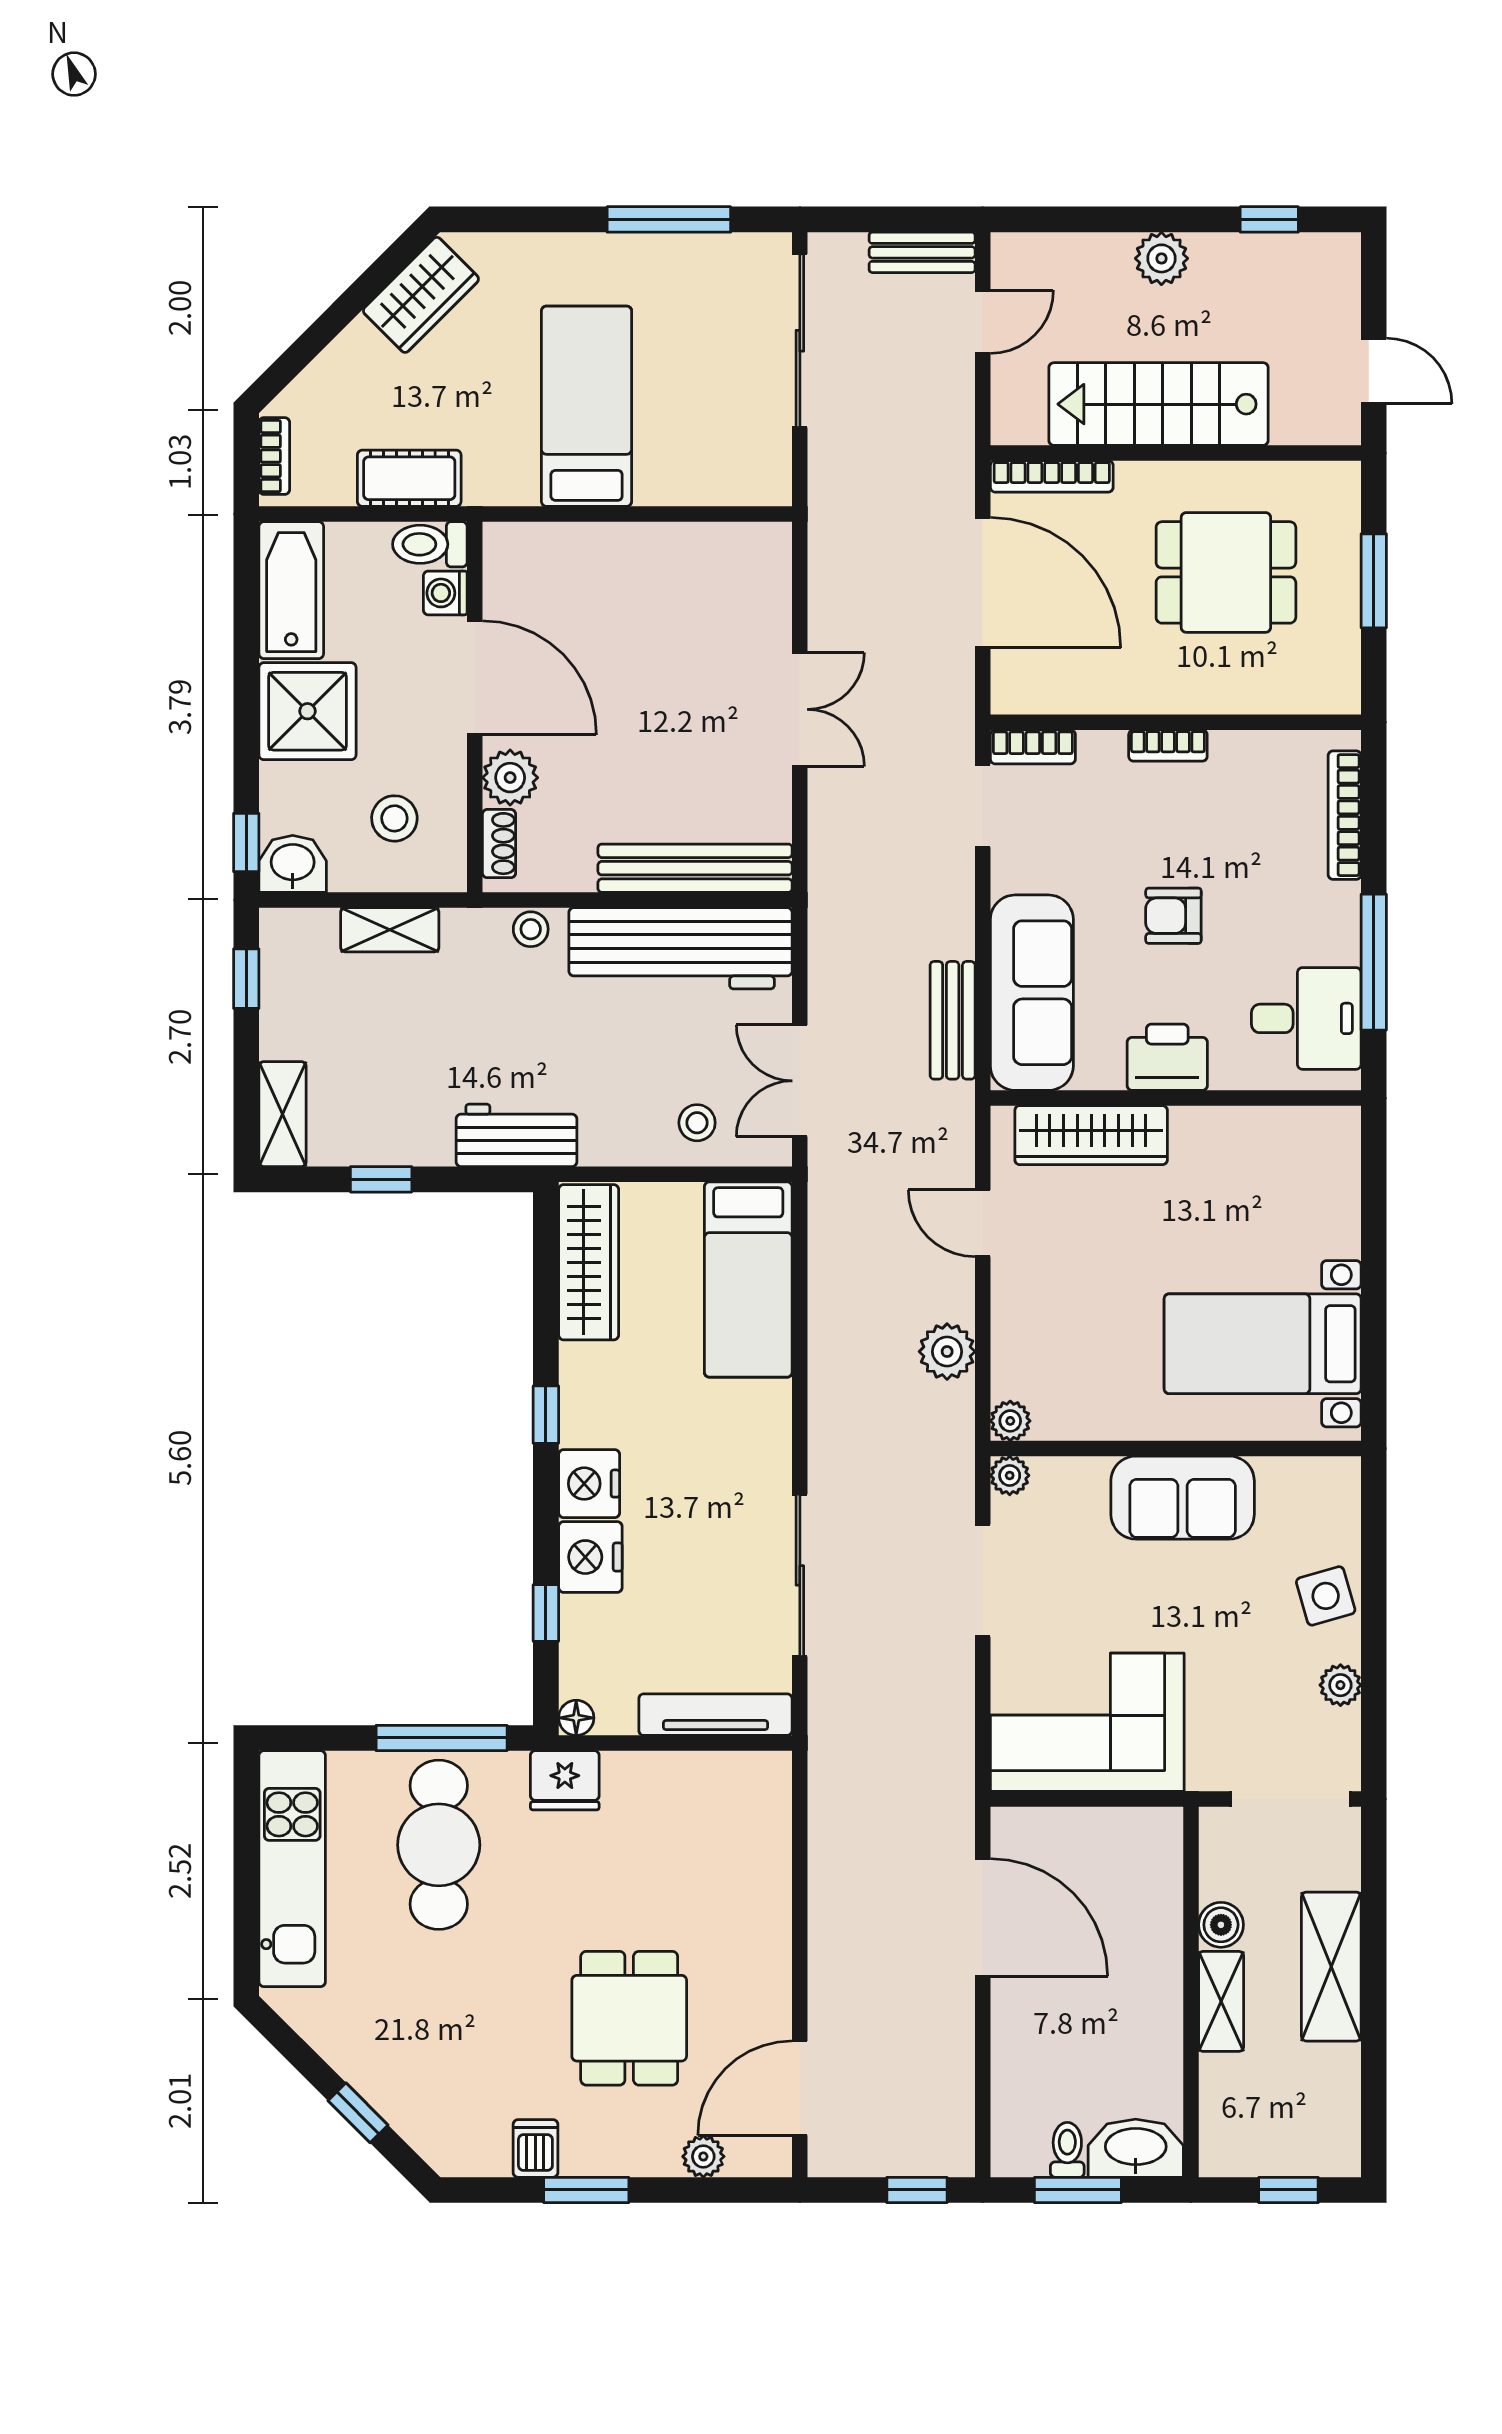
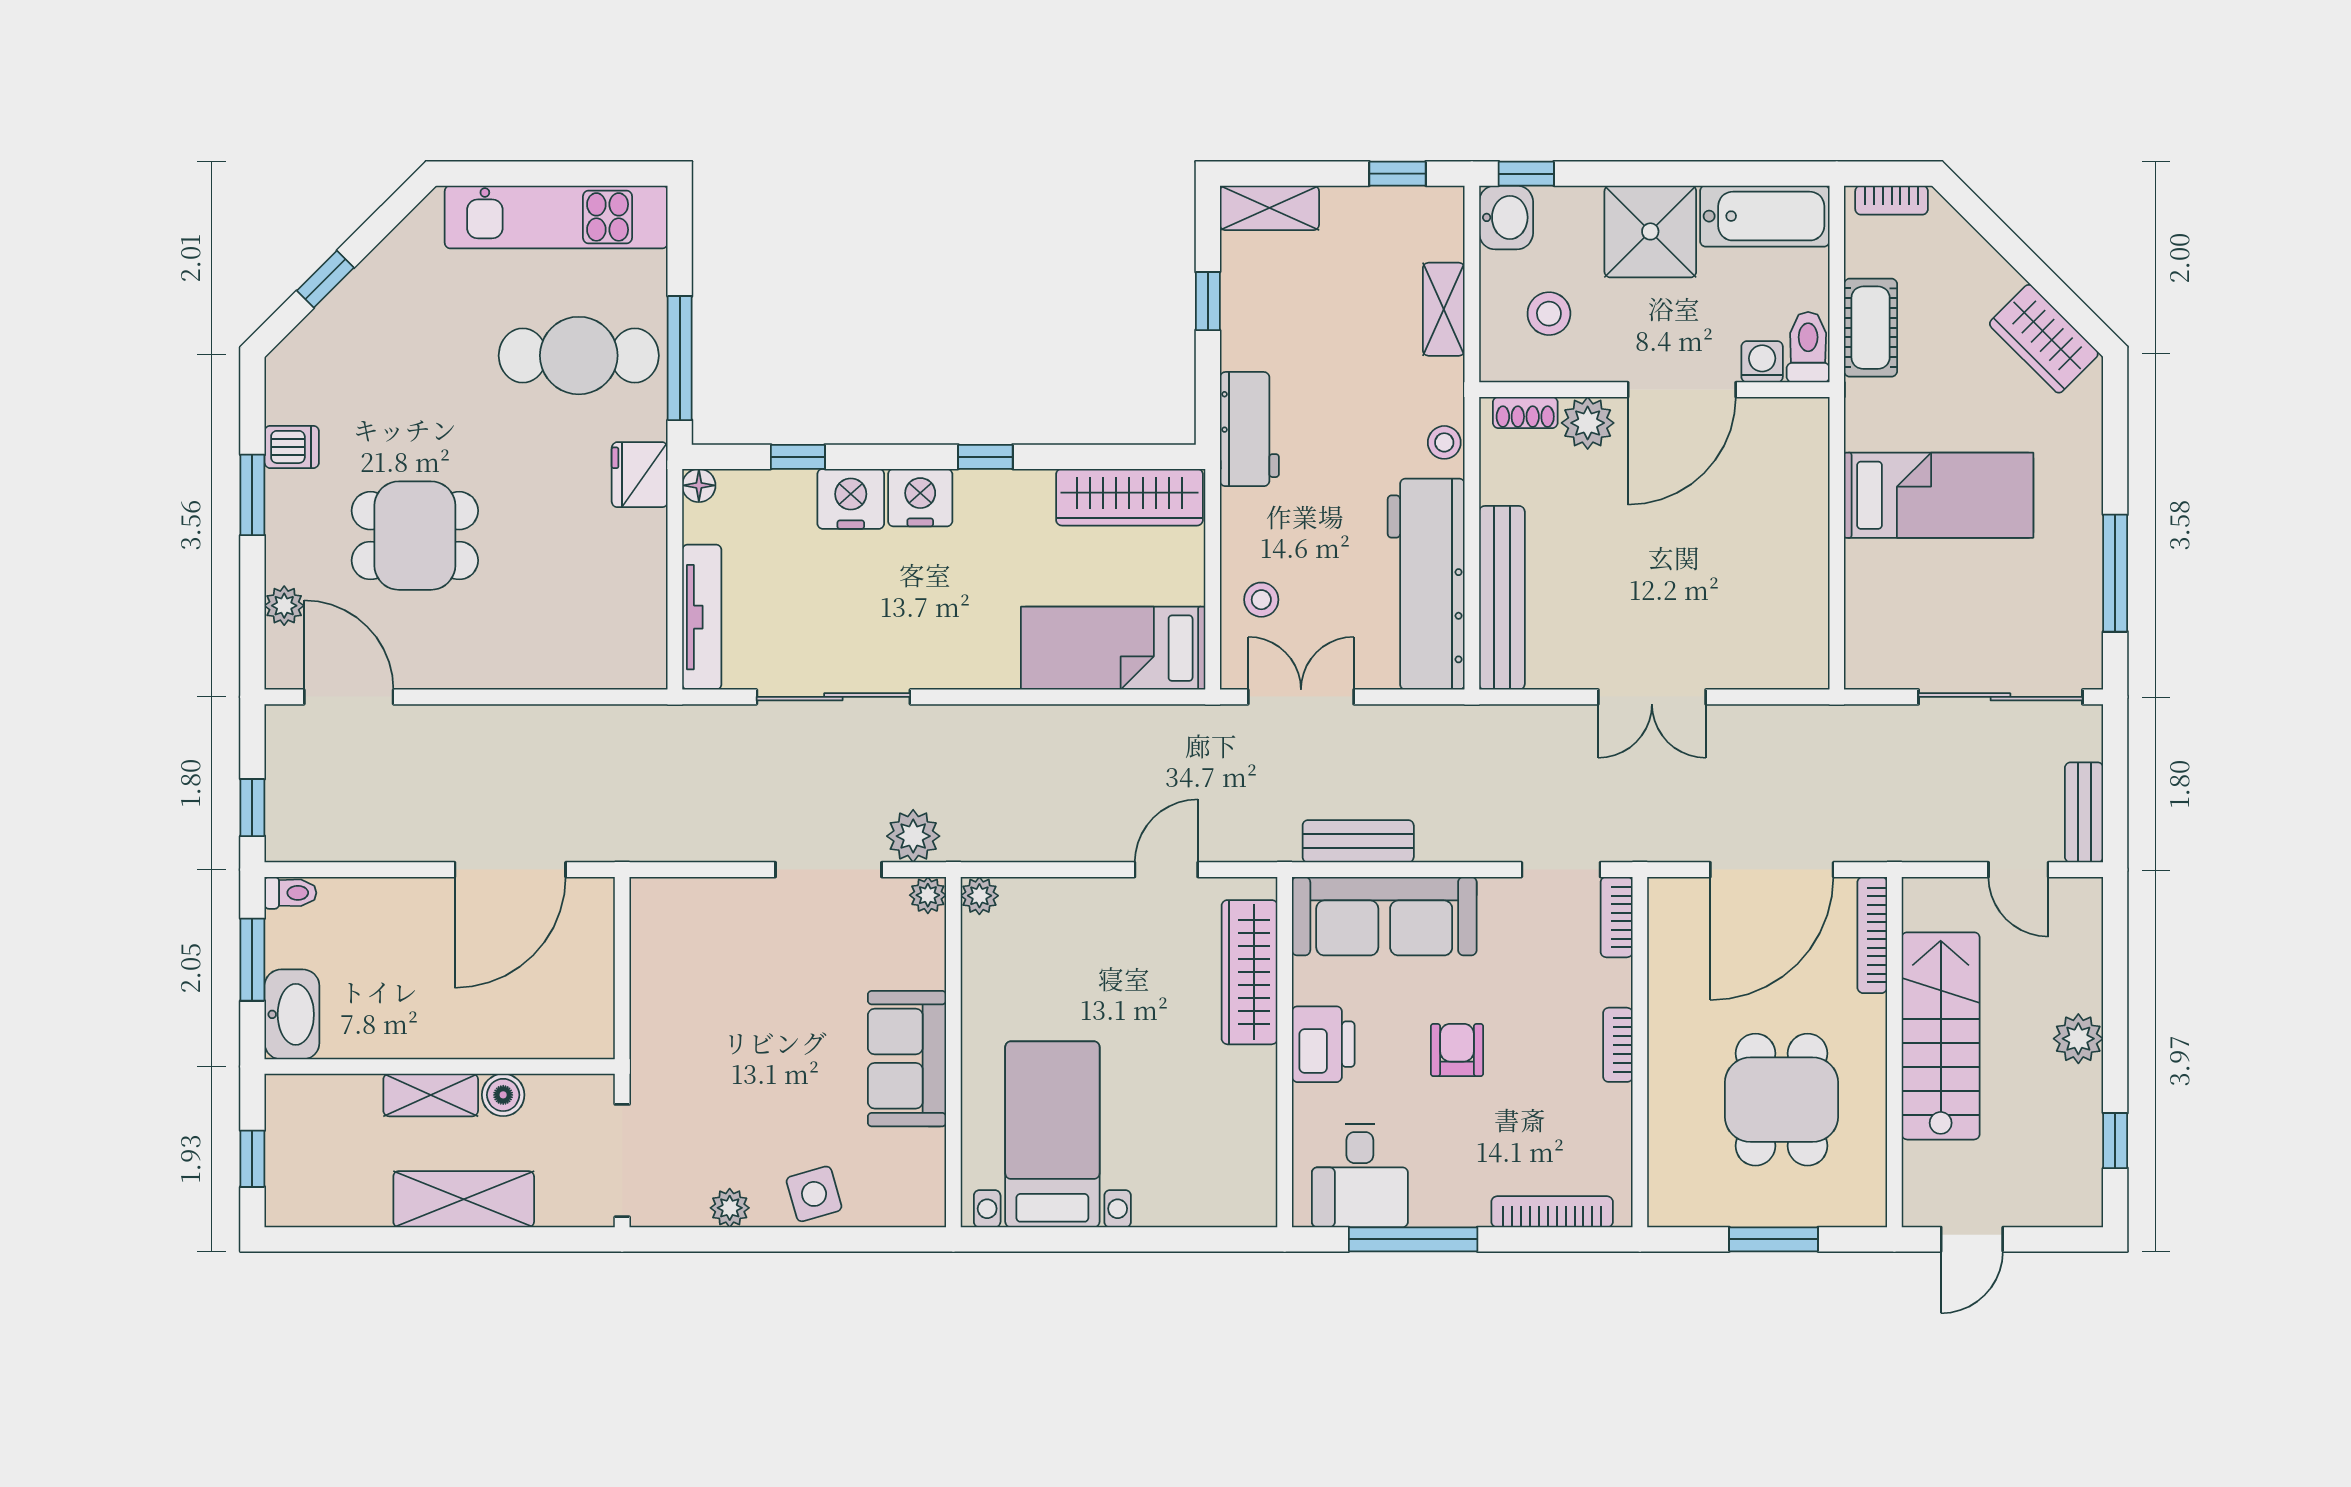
plant: (947, 1352) -> (913, 836), moved
corner sofa: (1087, 1722) -> (695, 968), removed
toilet: (1067, 2150) -> (290, 893), moved

